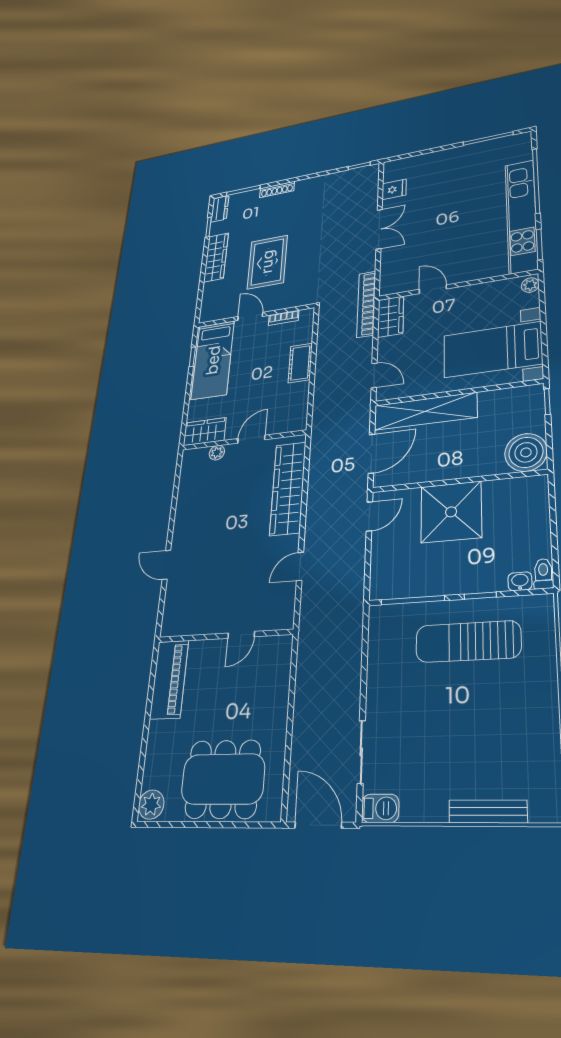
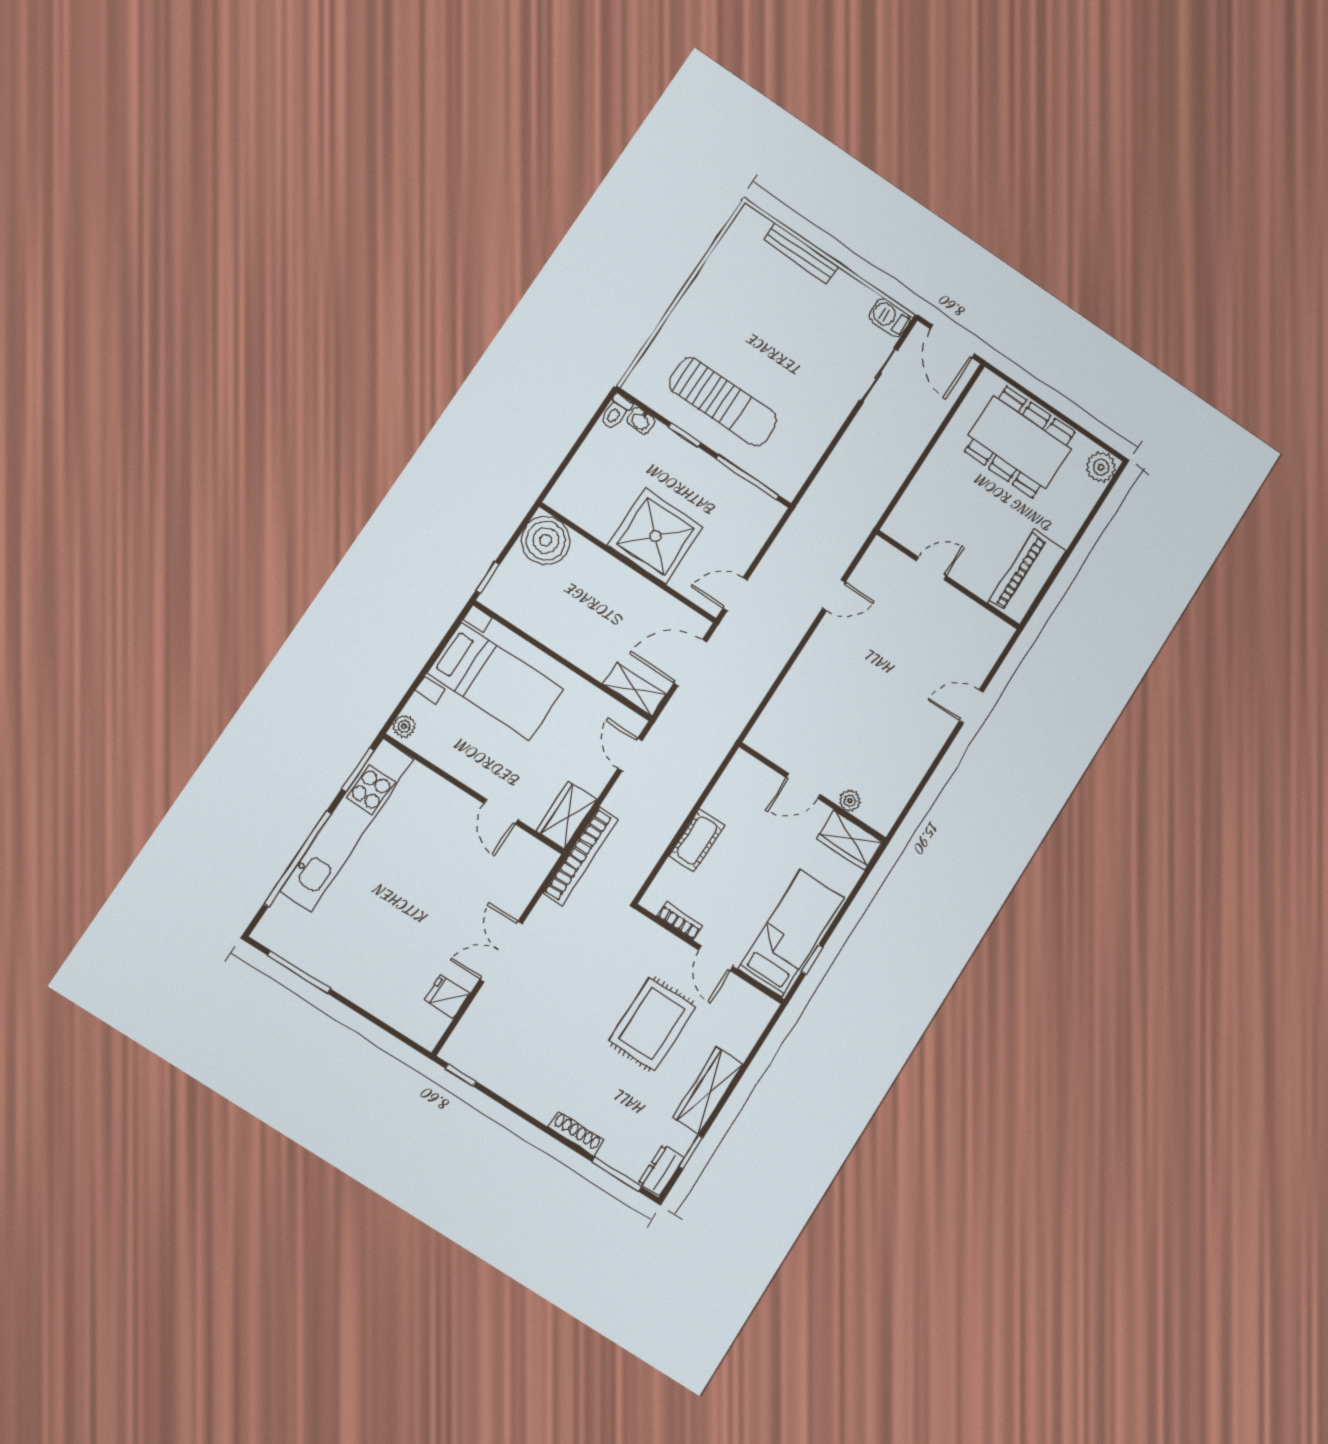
shelving: (425, 411) -> (635, 689), width x0.45, depth x0.75
wardrobe: (288, 488) -> (798, 693), removed
door: (166, 565) -> (971, 707), swing flipped

